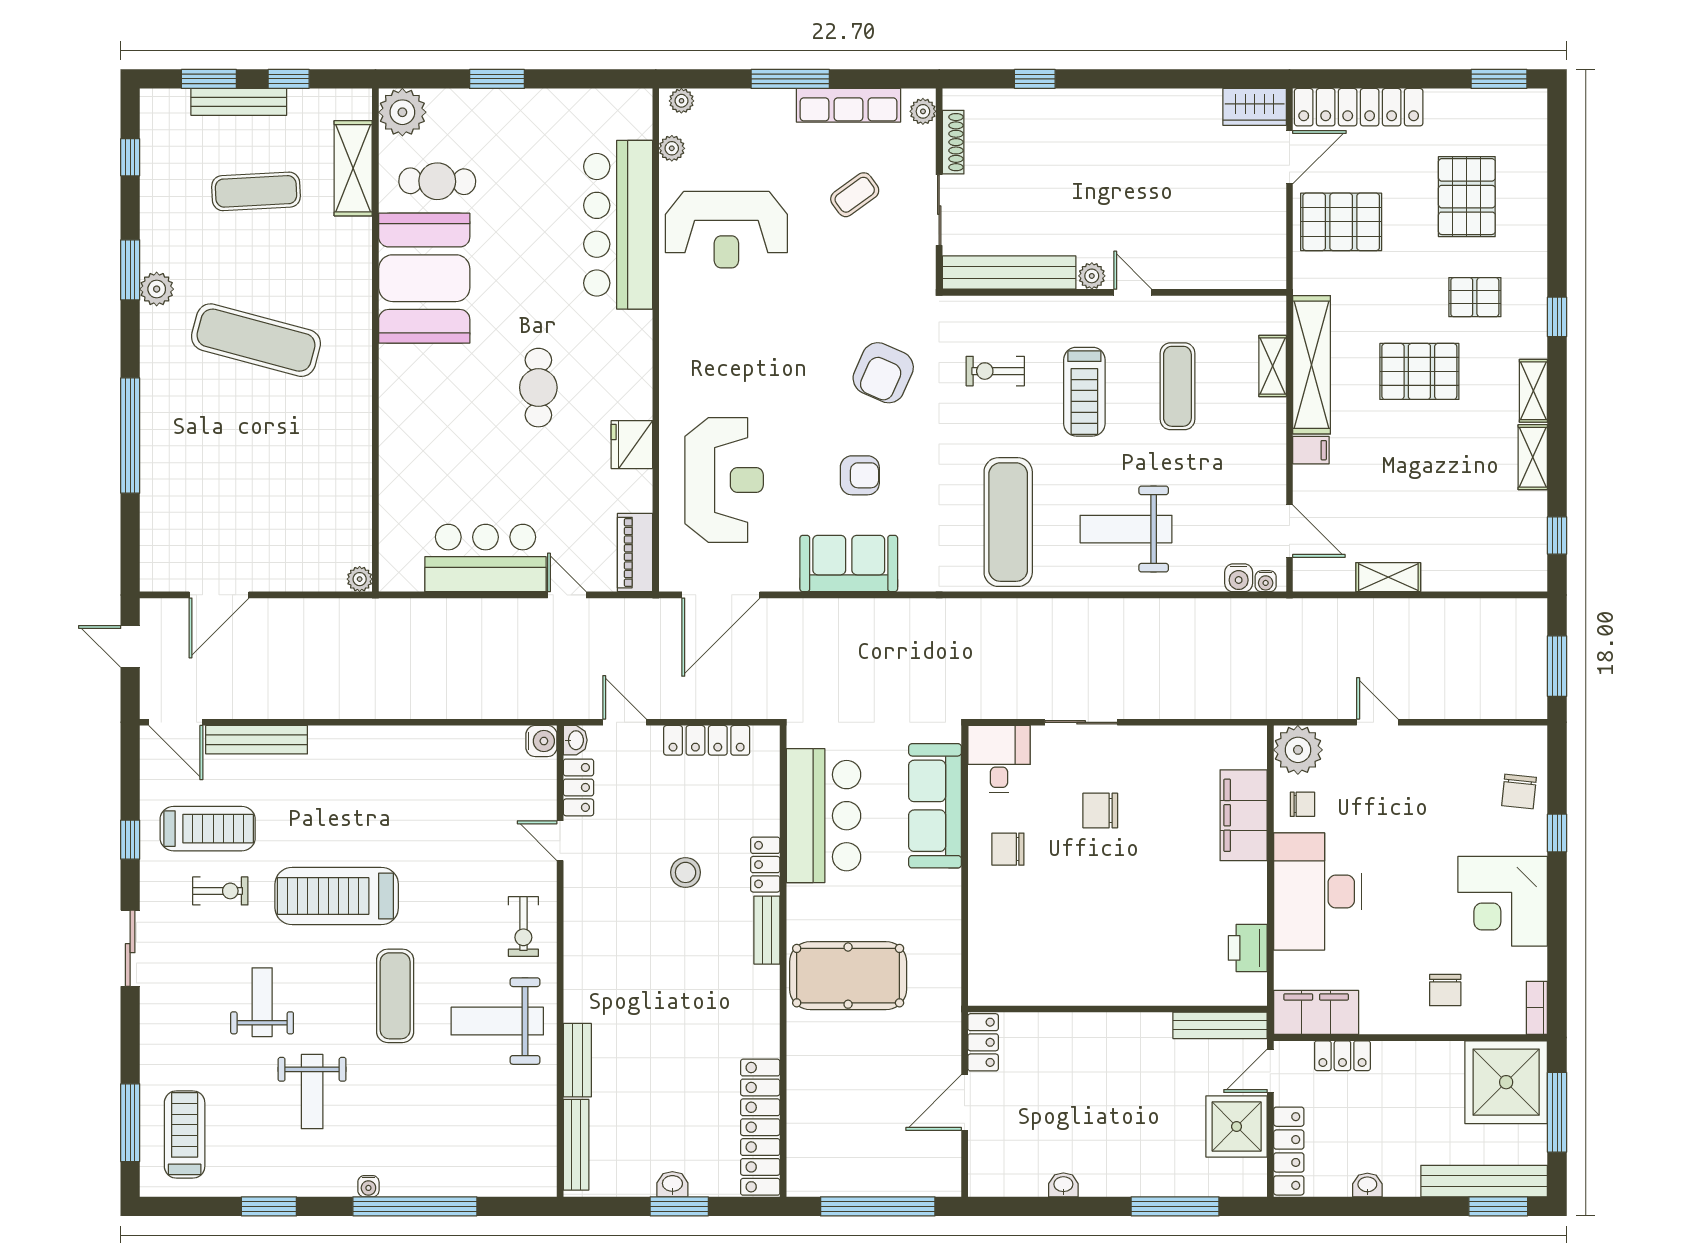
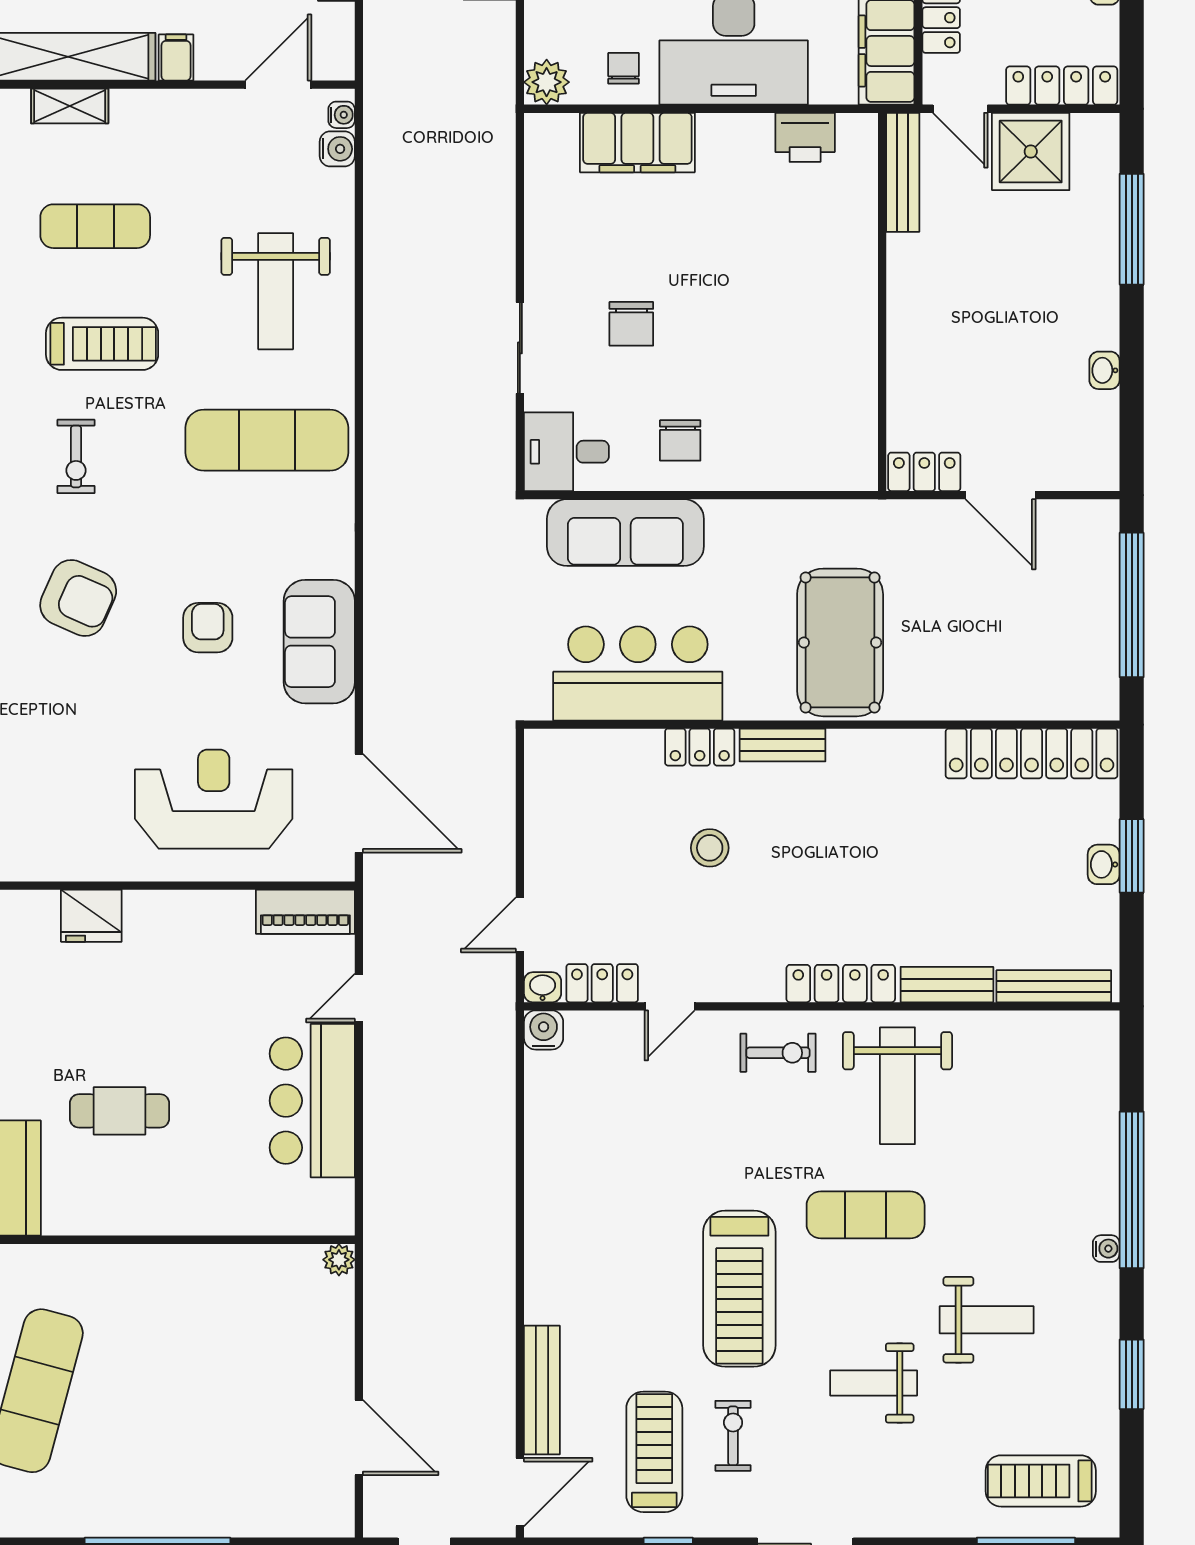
cafe table: (538, 388) -> (120, 1111), moved
fridge: (632, 445) -> (91, 916), moved
locker: (707, 740) -> (841, 984), moved, turned -90
plant: (1298, 750) -> (547, 82), width x0.73, depth x0.73

